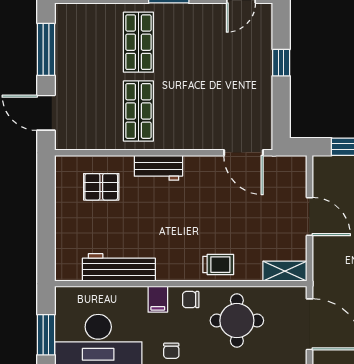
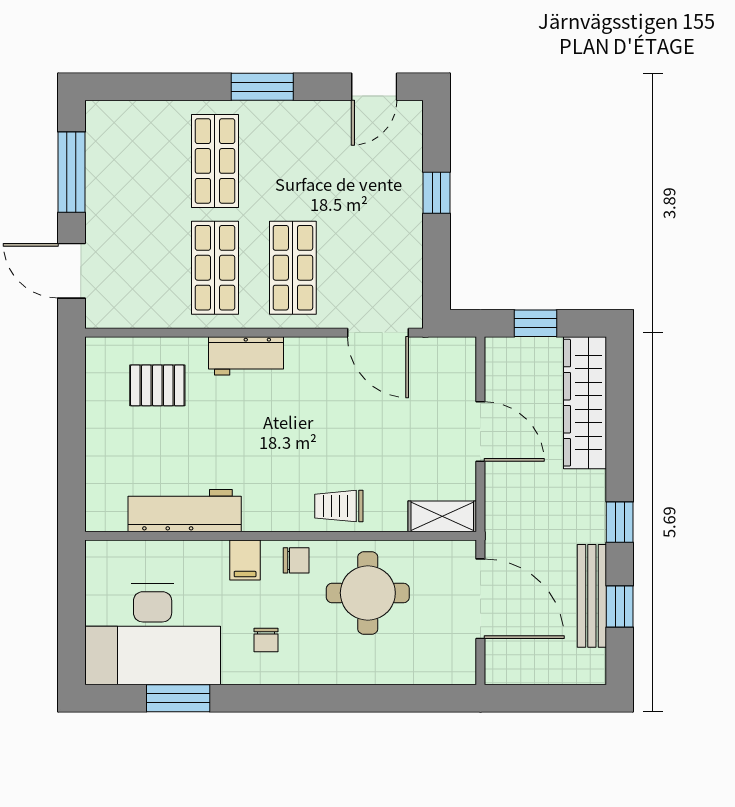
shop shelf: (189, 111) -> (293, 268), added
trolley: (218, 265) -> (339, 506), turned 180
chair: (191, 300) -> (296, 560), turned 180
window: (46, 335) -> (71, 615), removed

